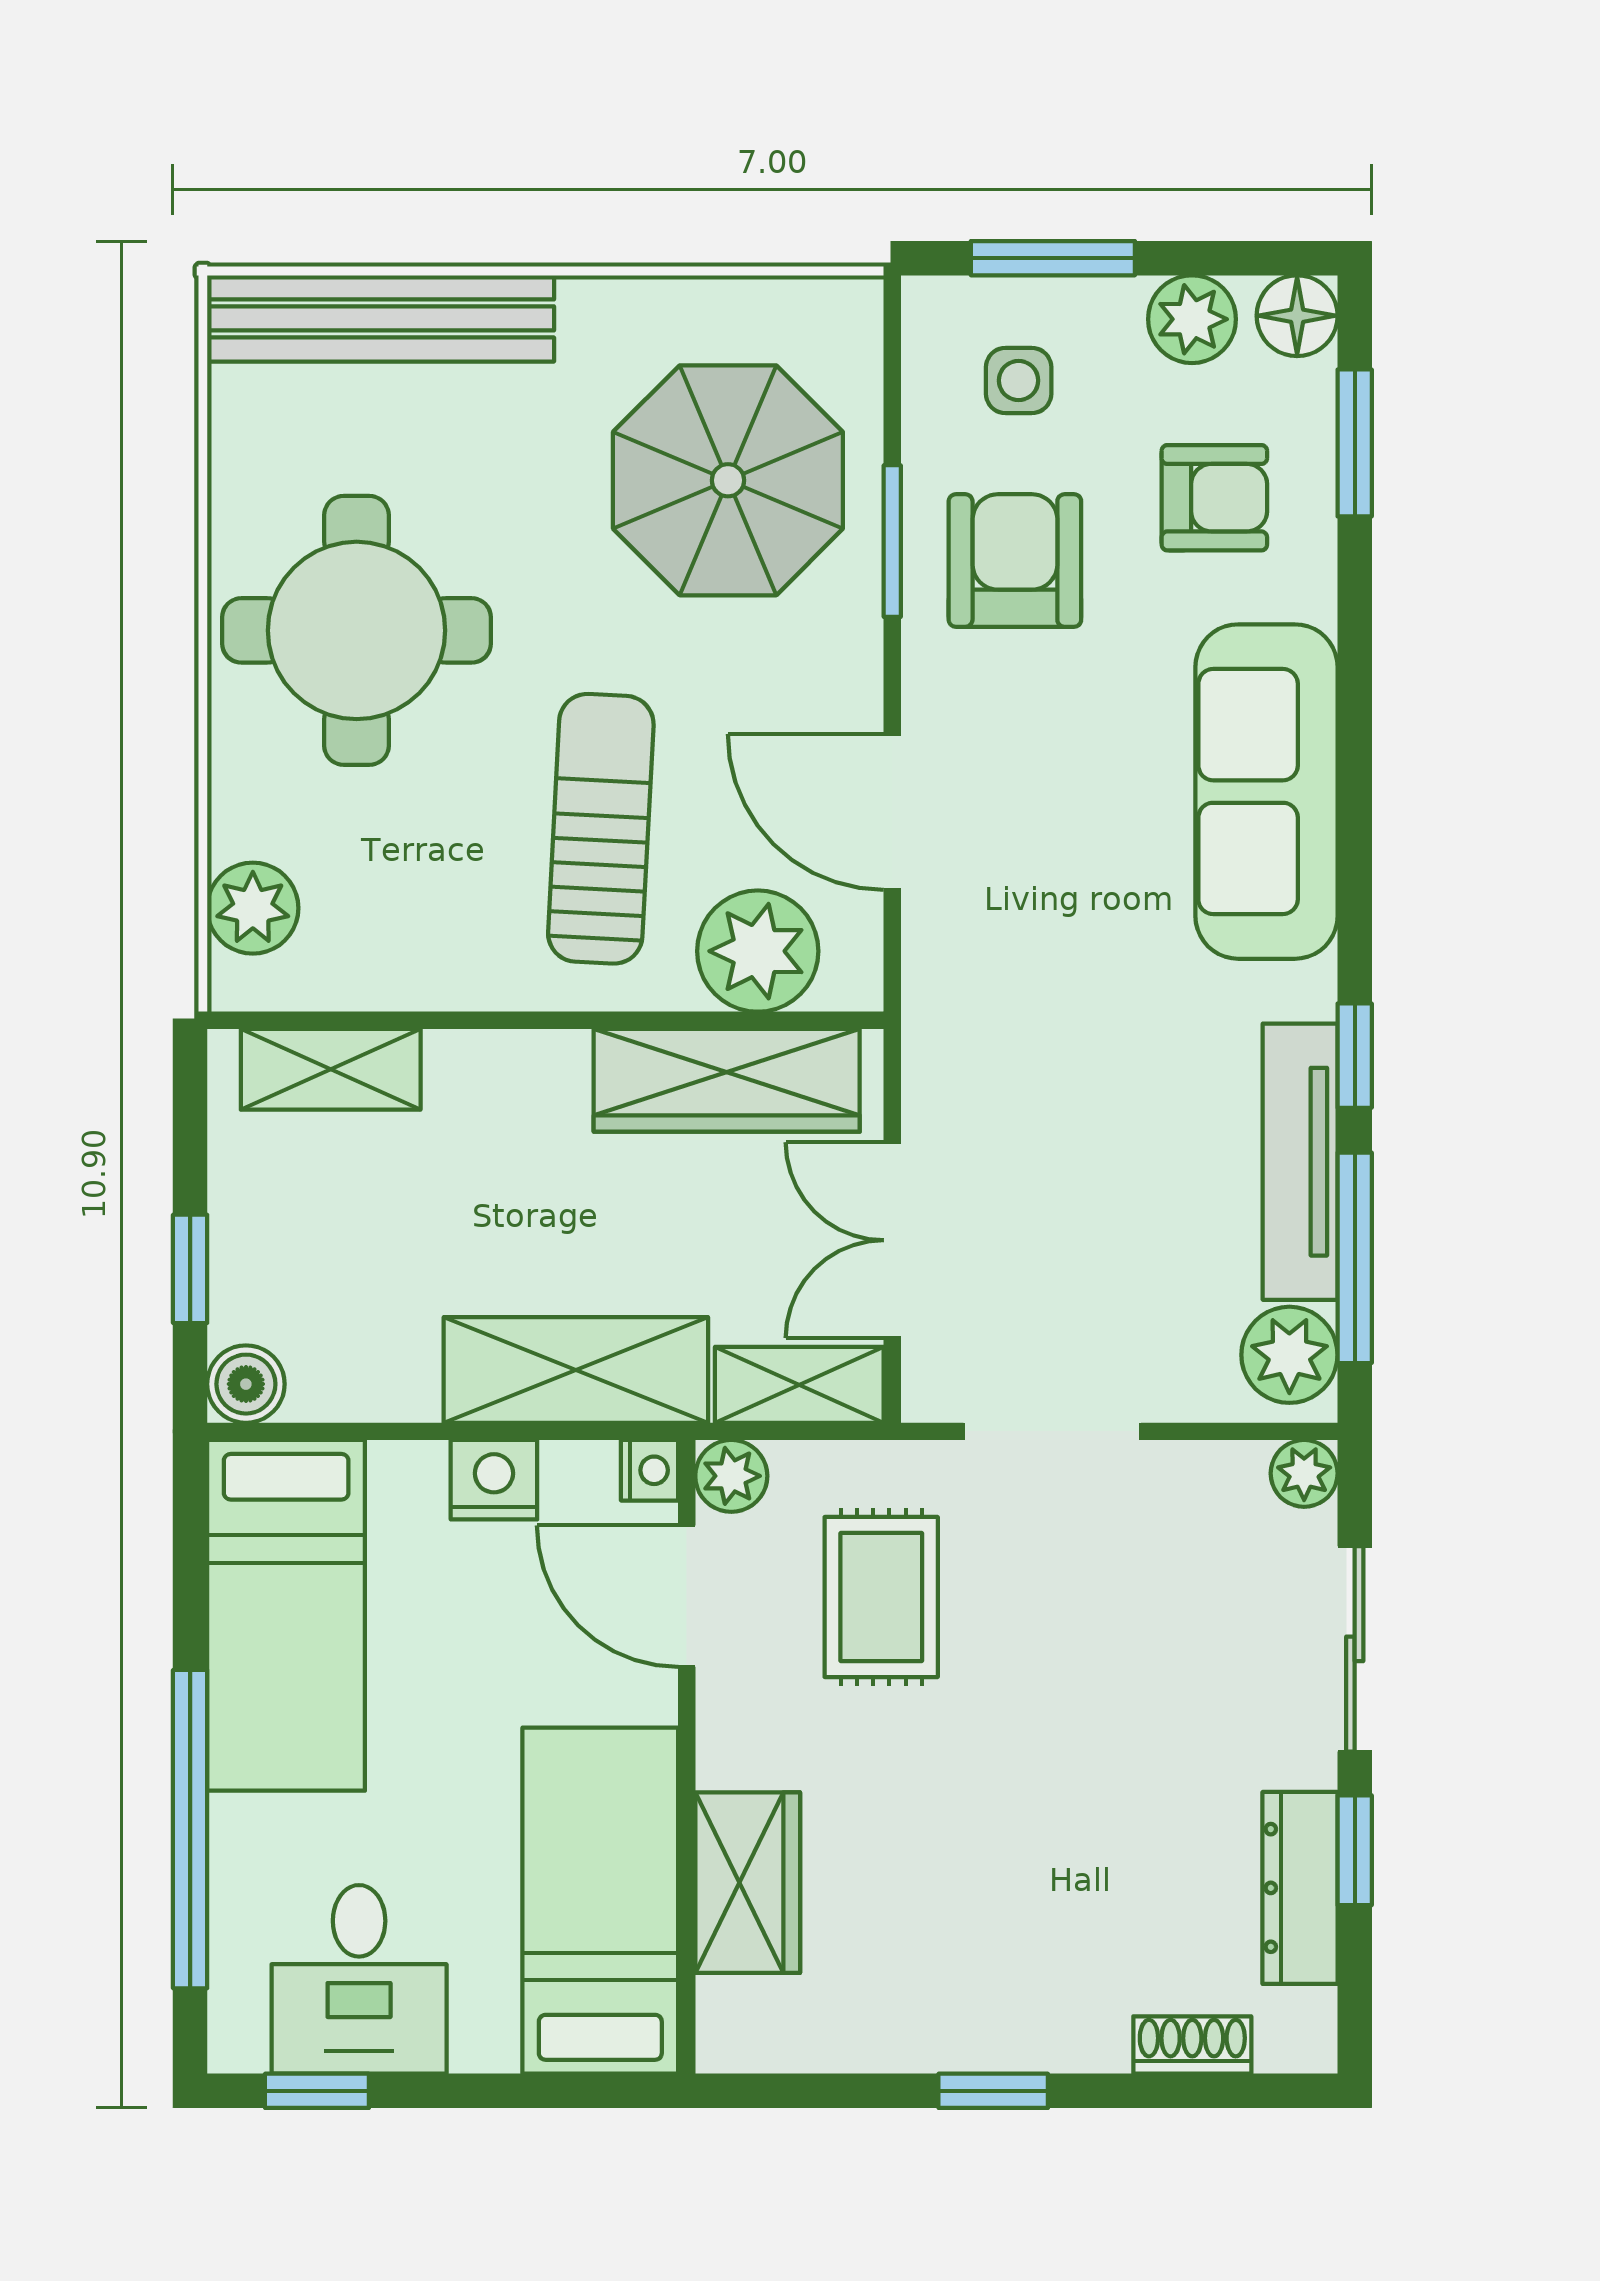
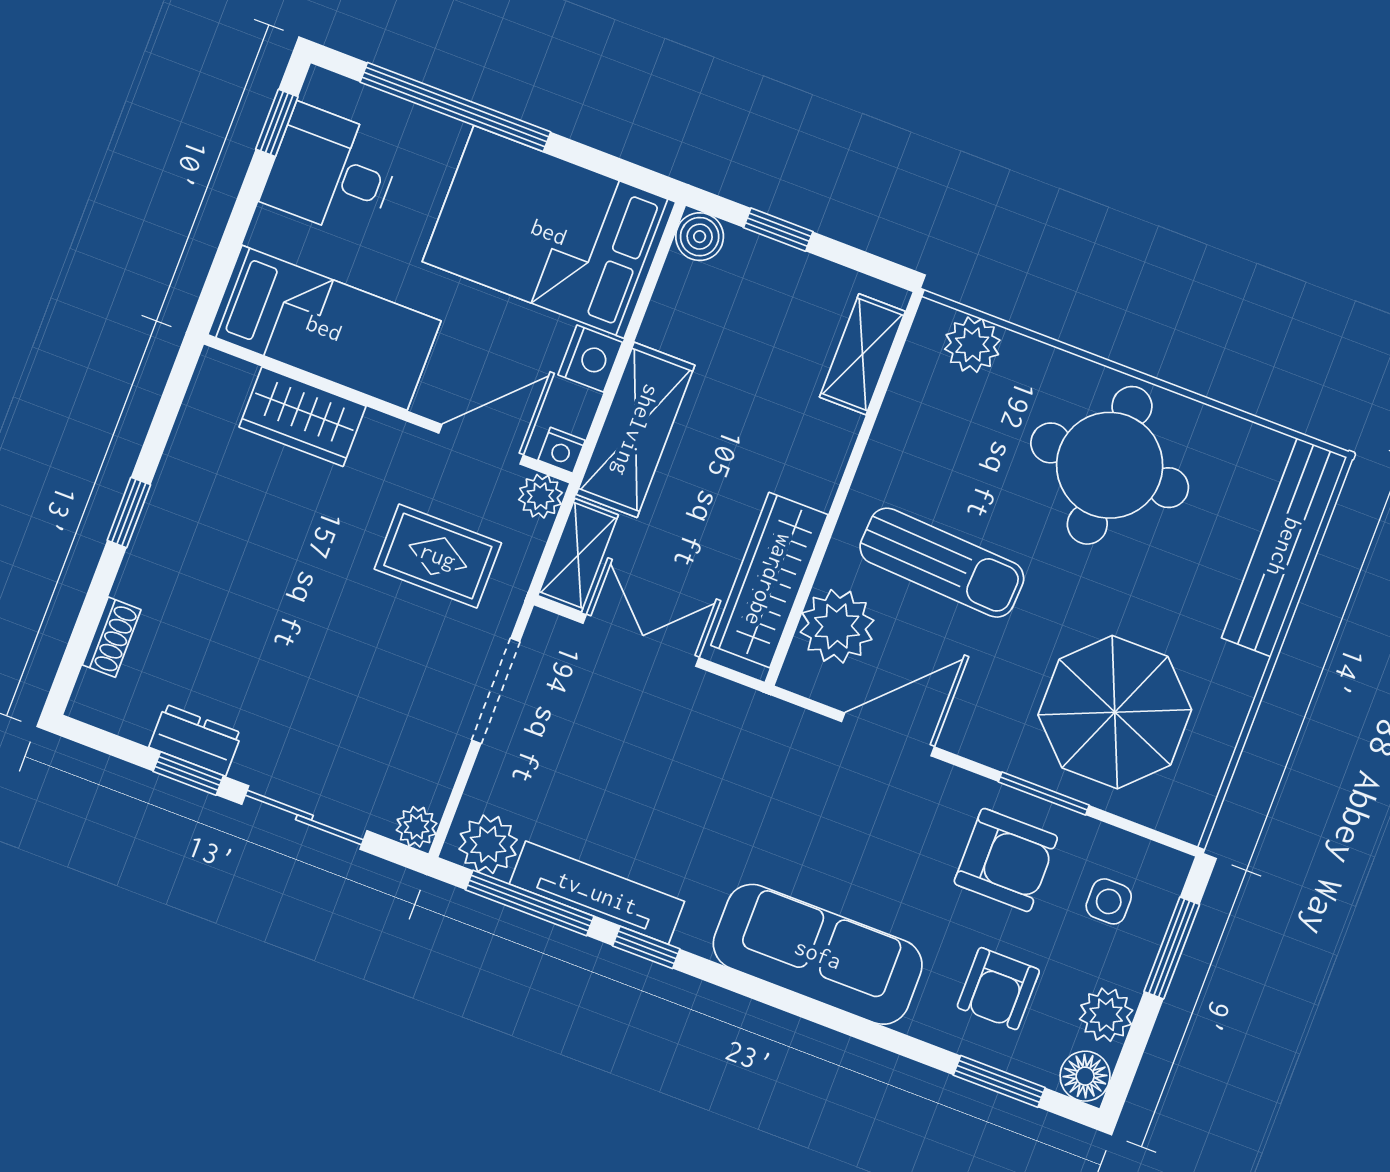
bed: (286, 1615) -> (549, 232), width x1.50
dresser: (1300, 1888) -> (195, 740), width x0.70

